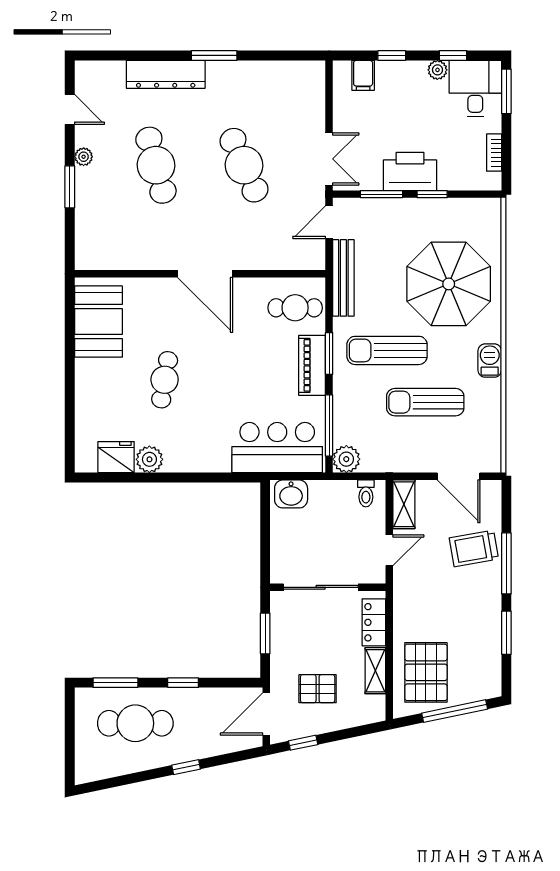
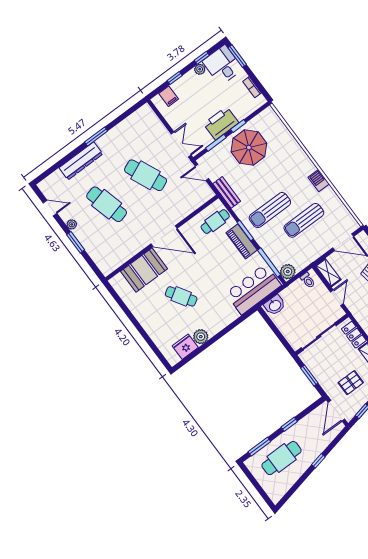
door: (329, 222) -> (202, 172), hinge flipped
bench: (343, 278) -> (227, 192), width x0.73
parasol: (449, 284) -> (249, 148), moved, width x0.73, depth x0.73
booth: (98, 322) -> (144, 270), moved, turned 90
cafe table: (165, 380) -> (181, 296), turned -42

